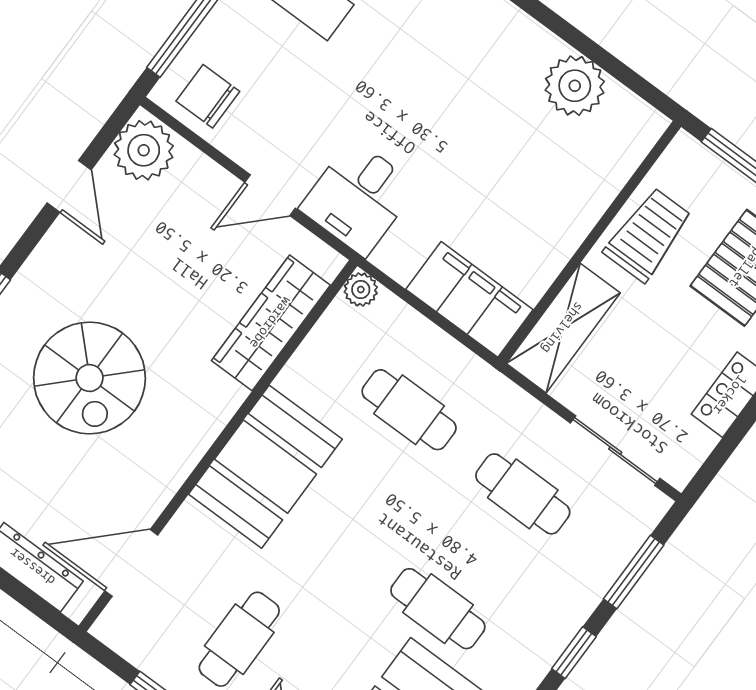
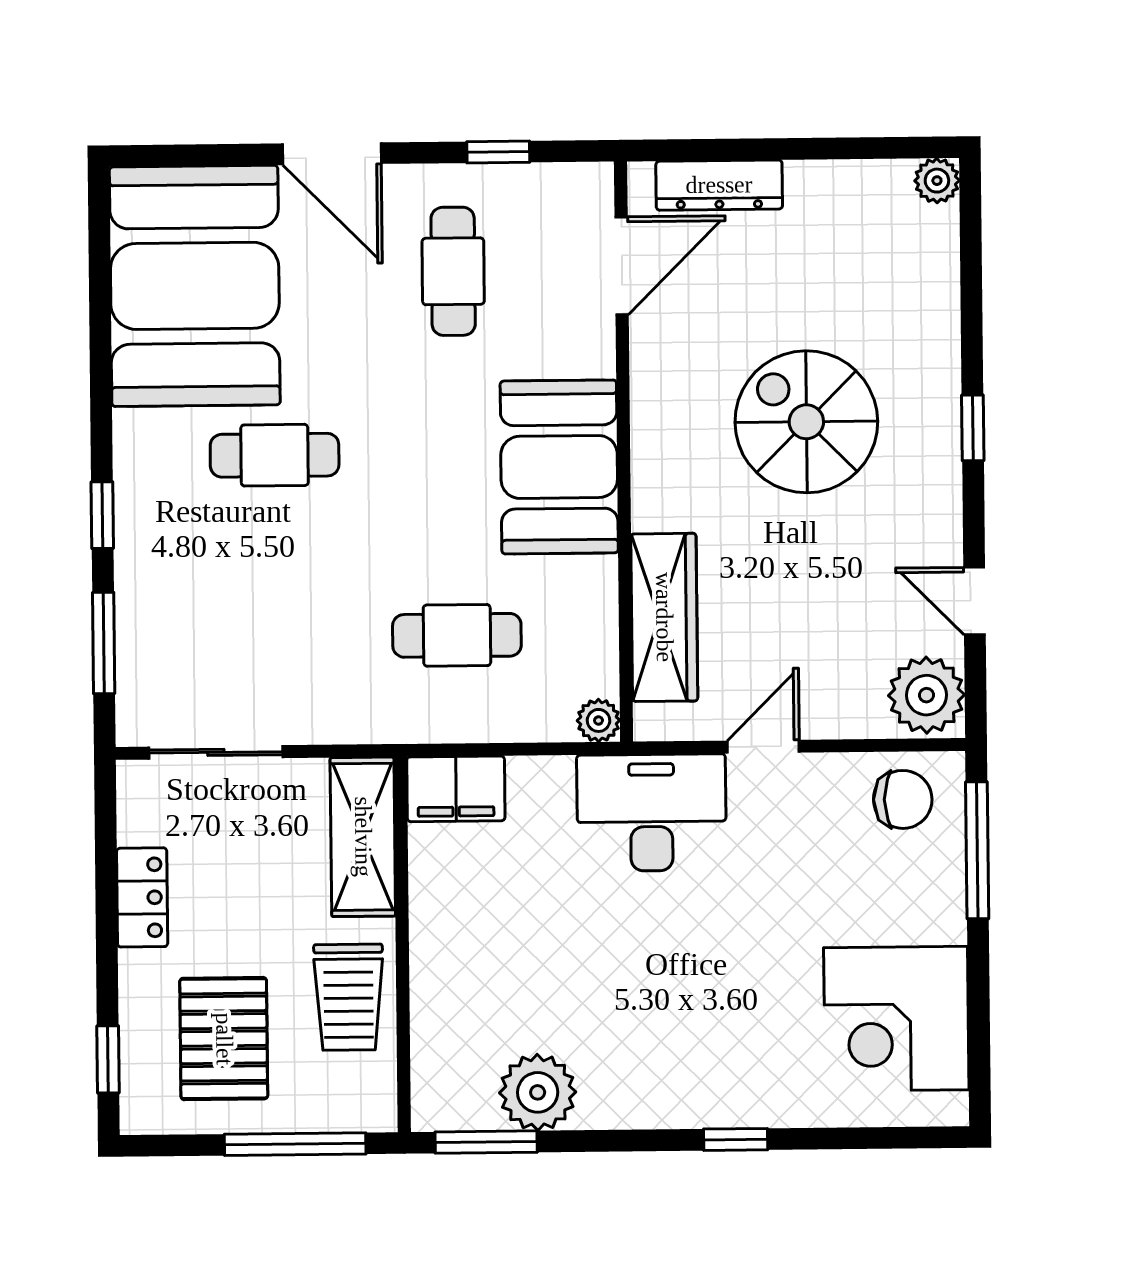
window: (630, 79) -> (486, 1142), added
desk: (358, 197) -> (652, 813), width x1.37
filing cabinet: (469, 299) -> (456, 789), width x0.67, depth x0.86
cafe table: (523, 494) -> (276, 637), removed

